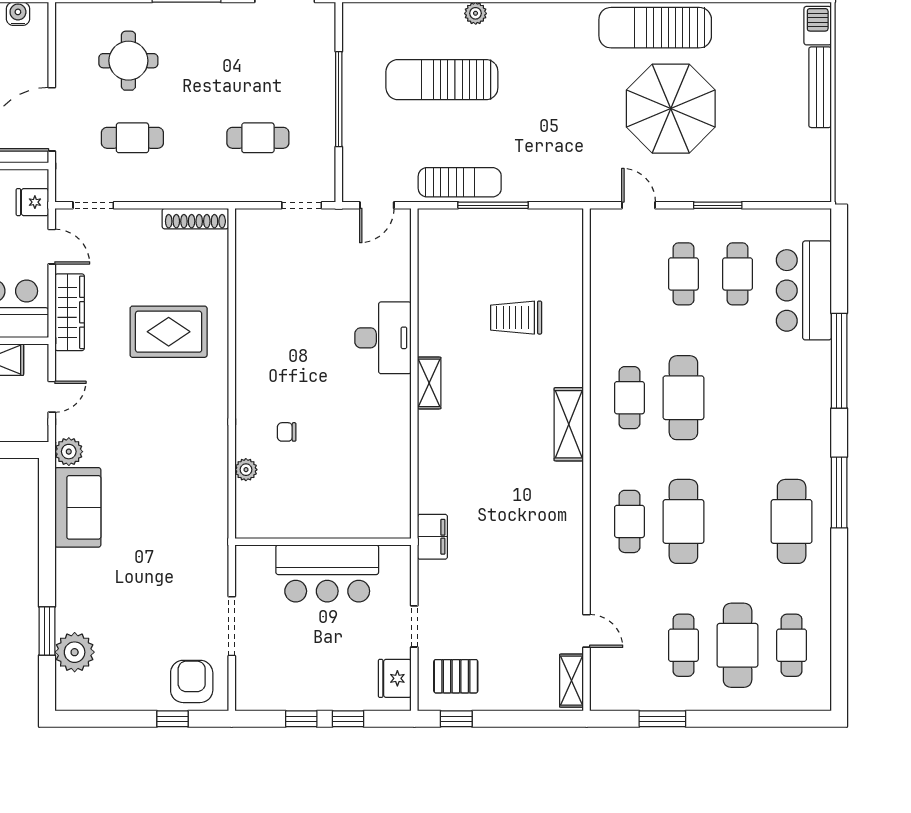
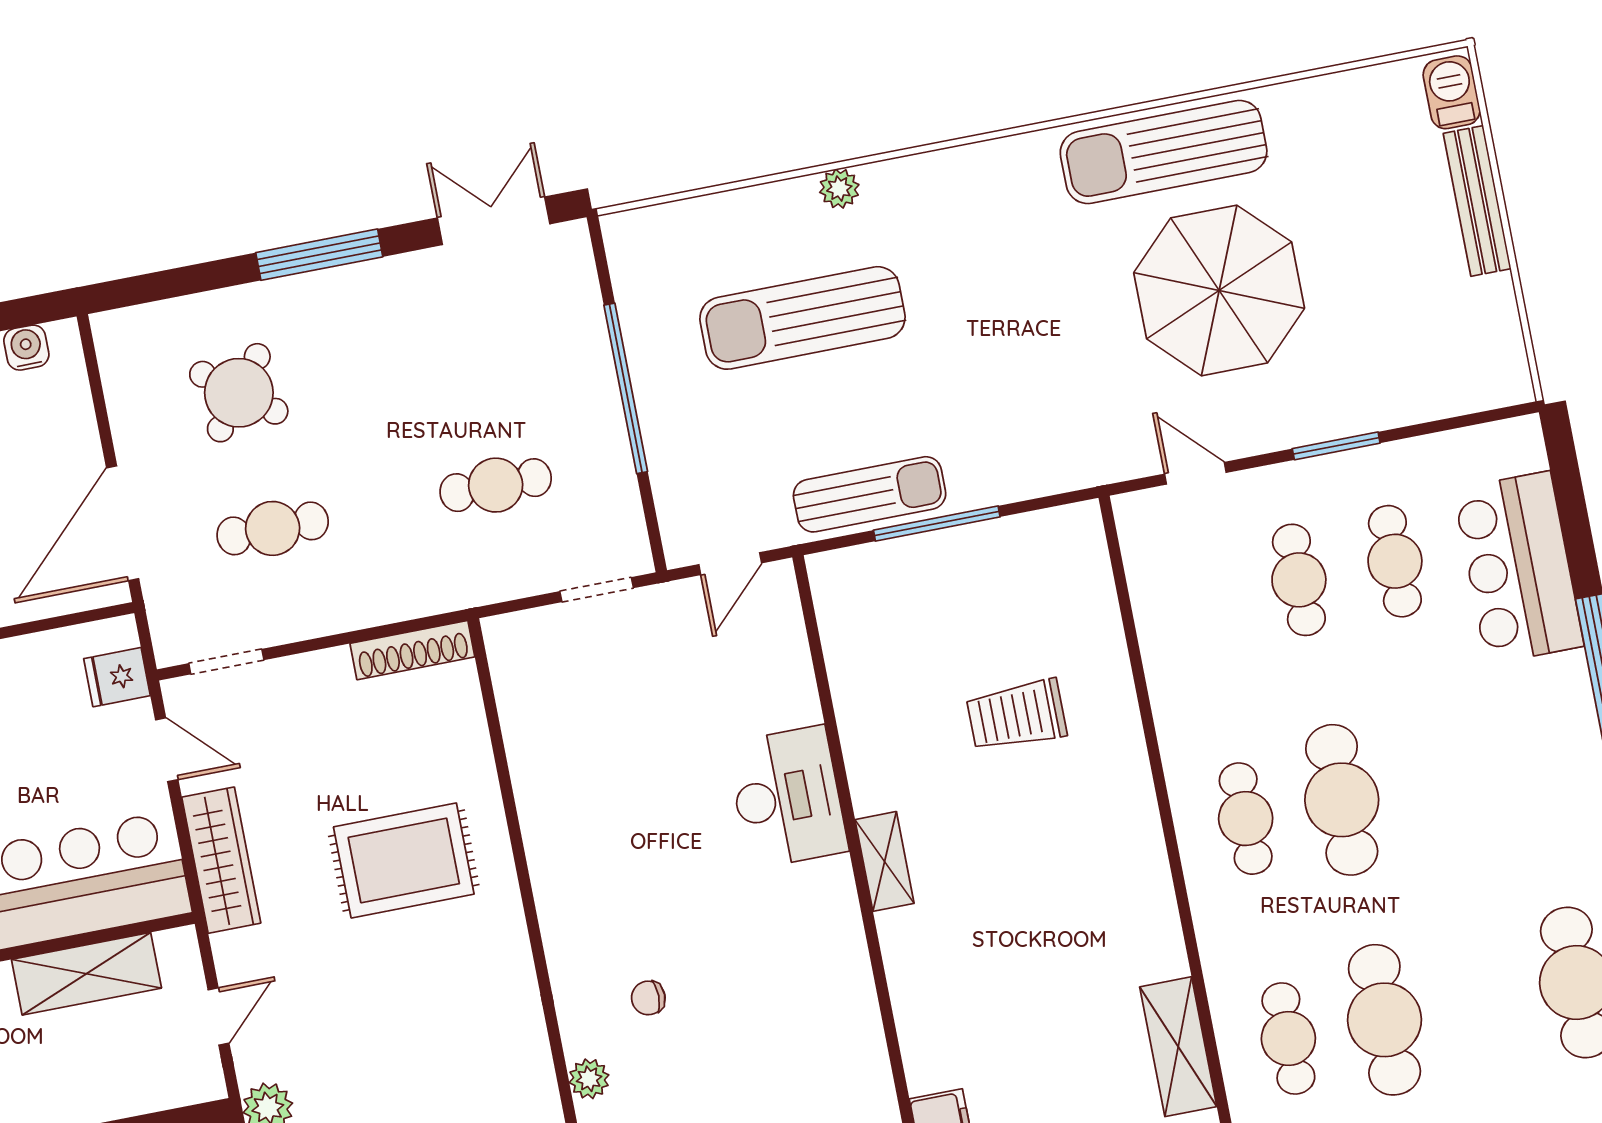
round table: (128, 61) -> (239, 393), turned 38
shelving: (569, 424) -> (1178, 1047), moved

